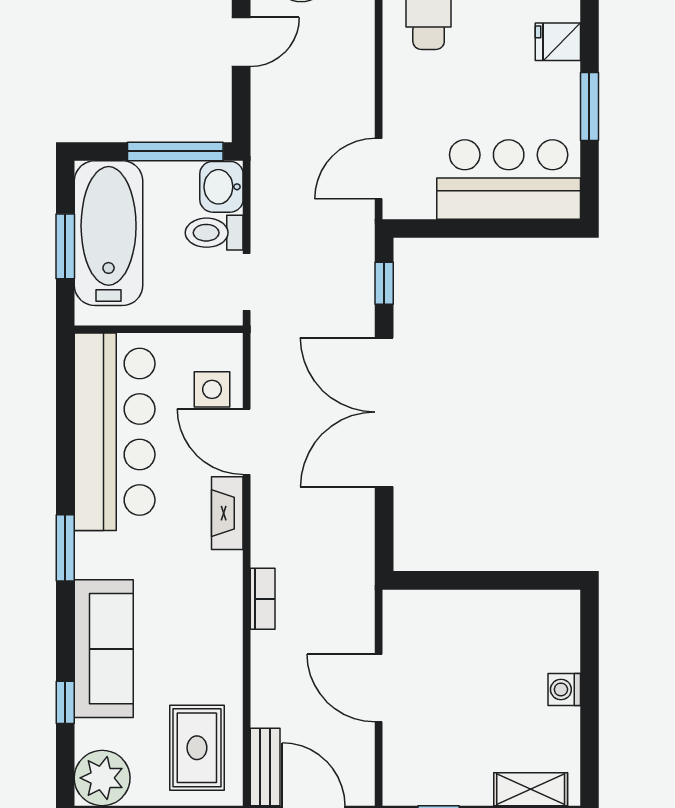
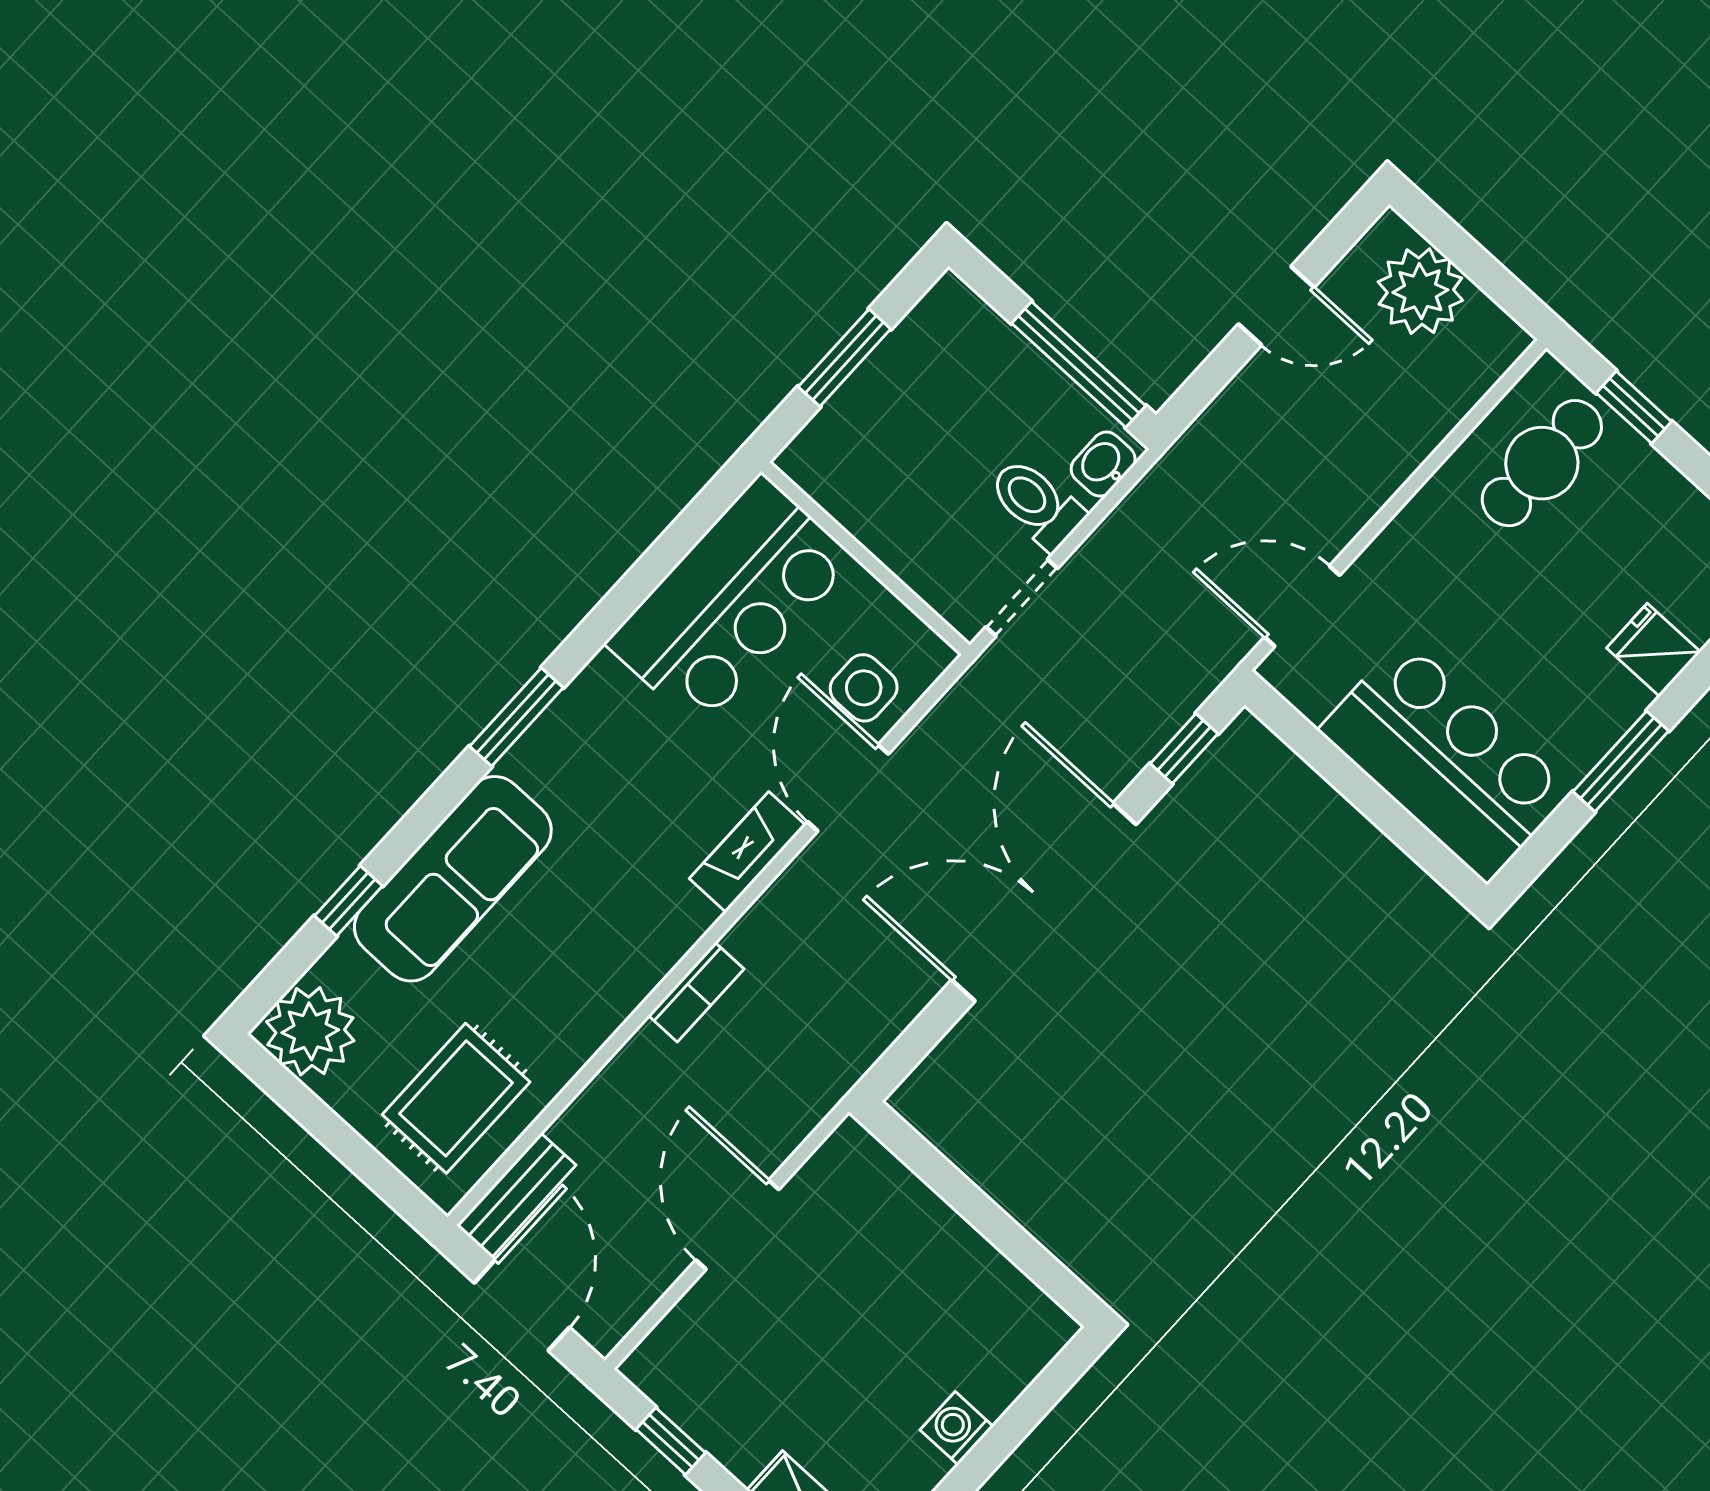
washbasin: (221, 187) -> (1103, 464), width x0.72, depth x0.69
bathtub: (109, 233) -> (910, 389), removed
bar counter: (115, 432) -> (730, 601), width x0.73

